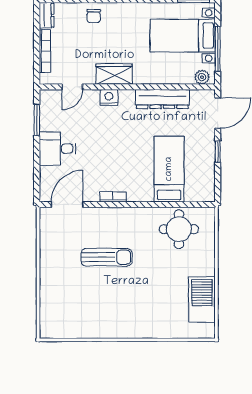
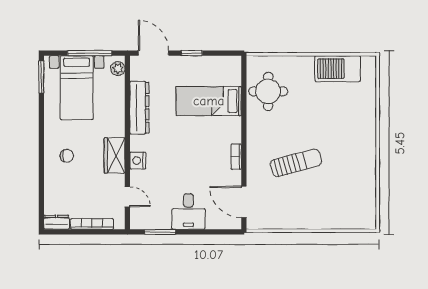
chair: (94, 16) -> (67, 156), moved
sun lounger: (107, 257) -> (296, 163), turned 75

